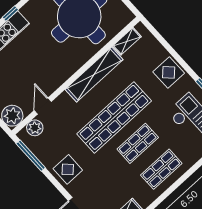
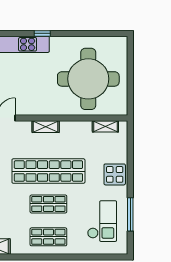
shelving: (94, 74) -> (46, 127), width x0.45, depth x0.75

